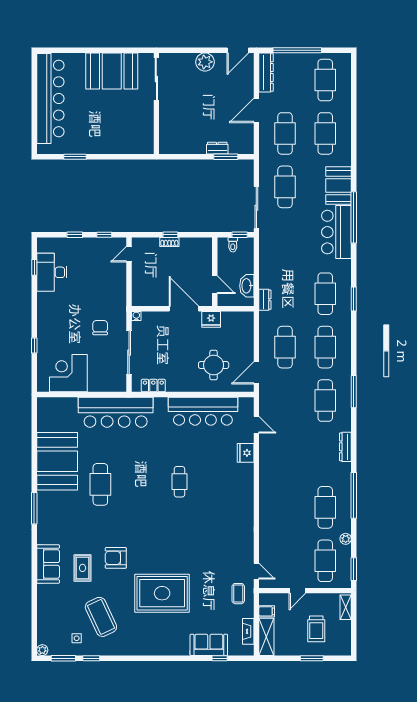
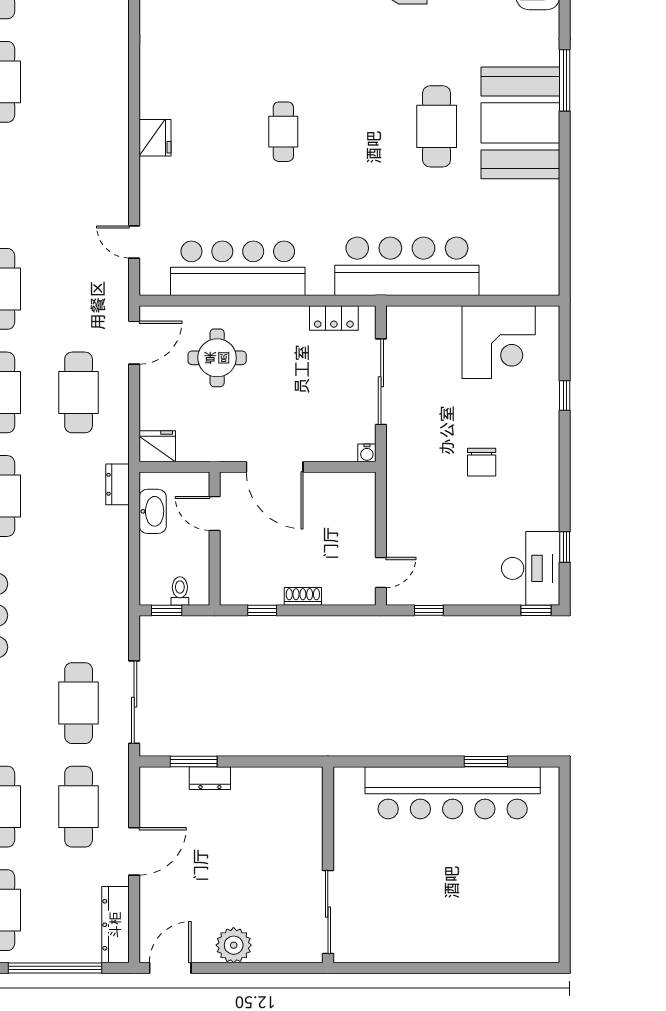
booth: (112, 71) -> (414, 928), removed
bar counter: (50, 98) -> (453, 793), moved, turned -90
sliding door: (256, 208) -> (134, 702), moved
window: (75, 235) -> (536, 610), moved
window: (170, 235) -> (262, 610), moved
desk: (52, 272) -> (531, 568), moved
fridge: (211, 319) -> (157, 446), moved
chair: (100, 328) -> (482, 462), moved
fridge: (246, 453) -> (155, 138), moved
booth: (57, 461) -> (520, 123), moved

